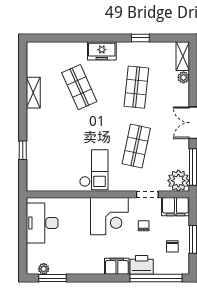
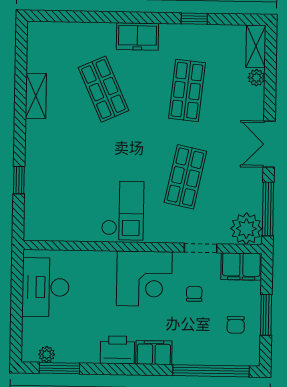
printer: (142, 265) -> (117, 350), moved

